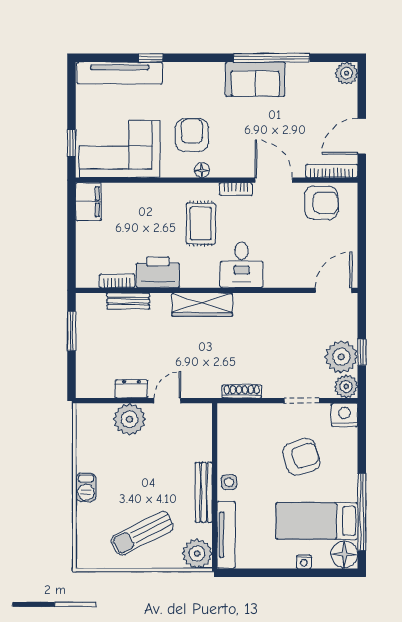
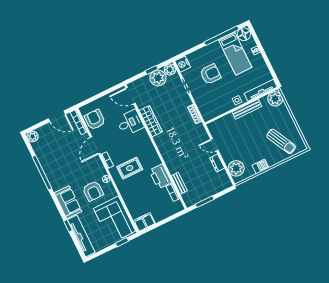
sofa: (255, 79) -> (68, 202), moved
armchair: (192, 135) -> (93, 191), turned -90
desk: (242, 265) -> (130, 123), moved
wardrobe: (202, 305) -> (151, 121), moved
plant: (129, 419) -> (236, 168), moved
armchair: (301, 457) -> (210, 74), turned 107
barbecue: (86, 488) -> (260, 166), moved
sun lounger: (142, 533) -> (281, 141), moved

